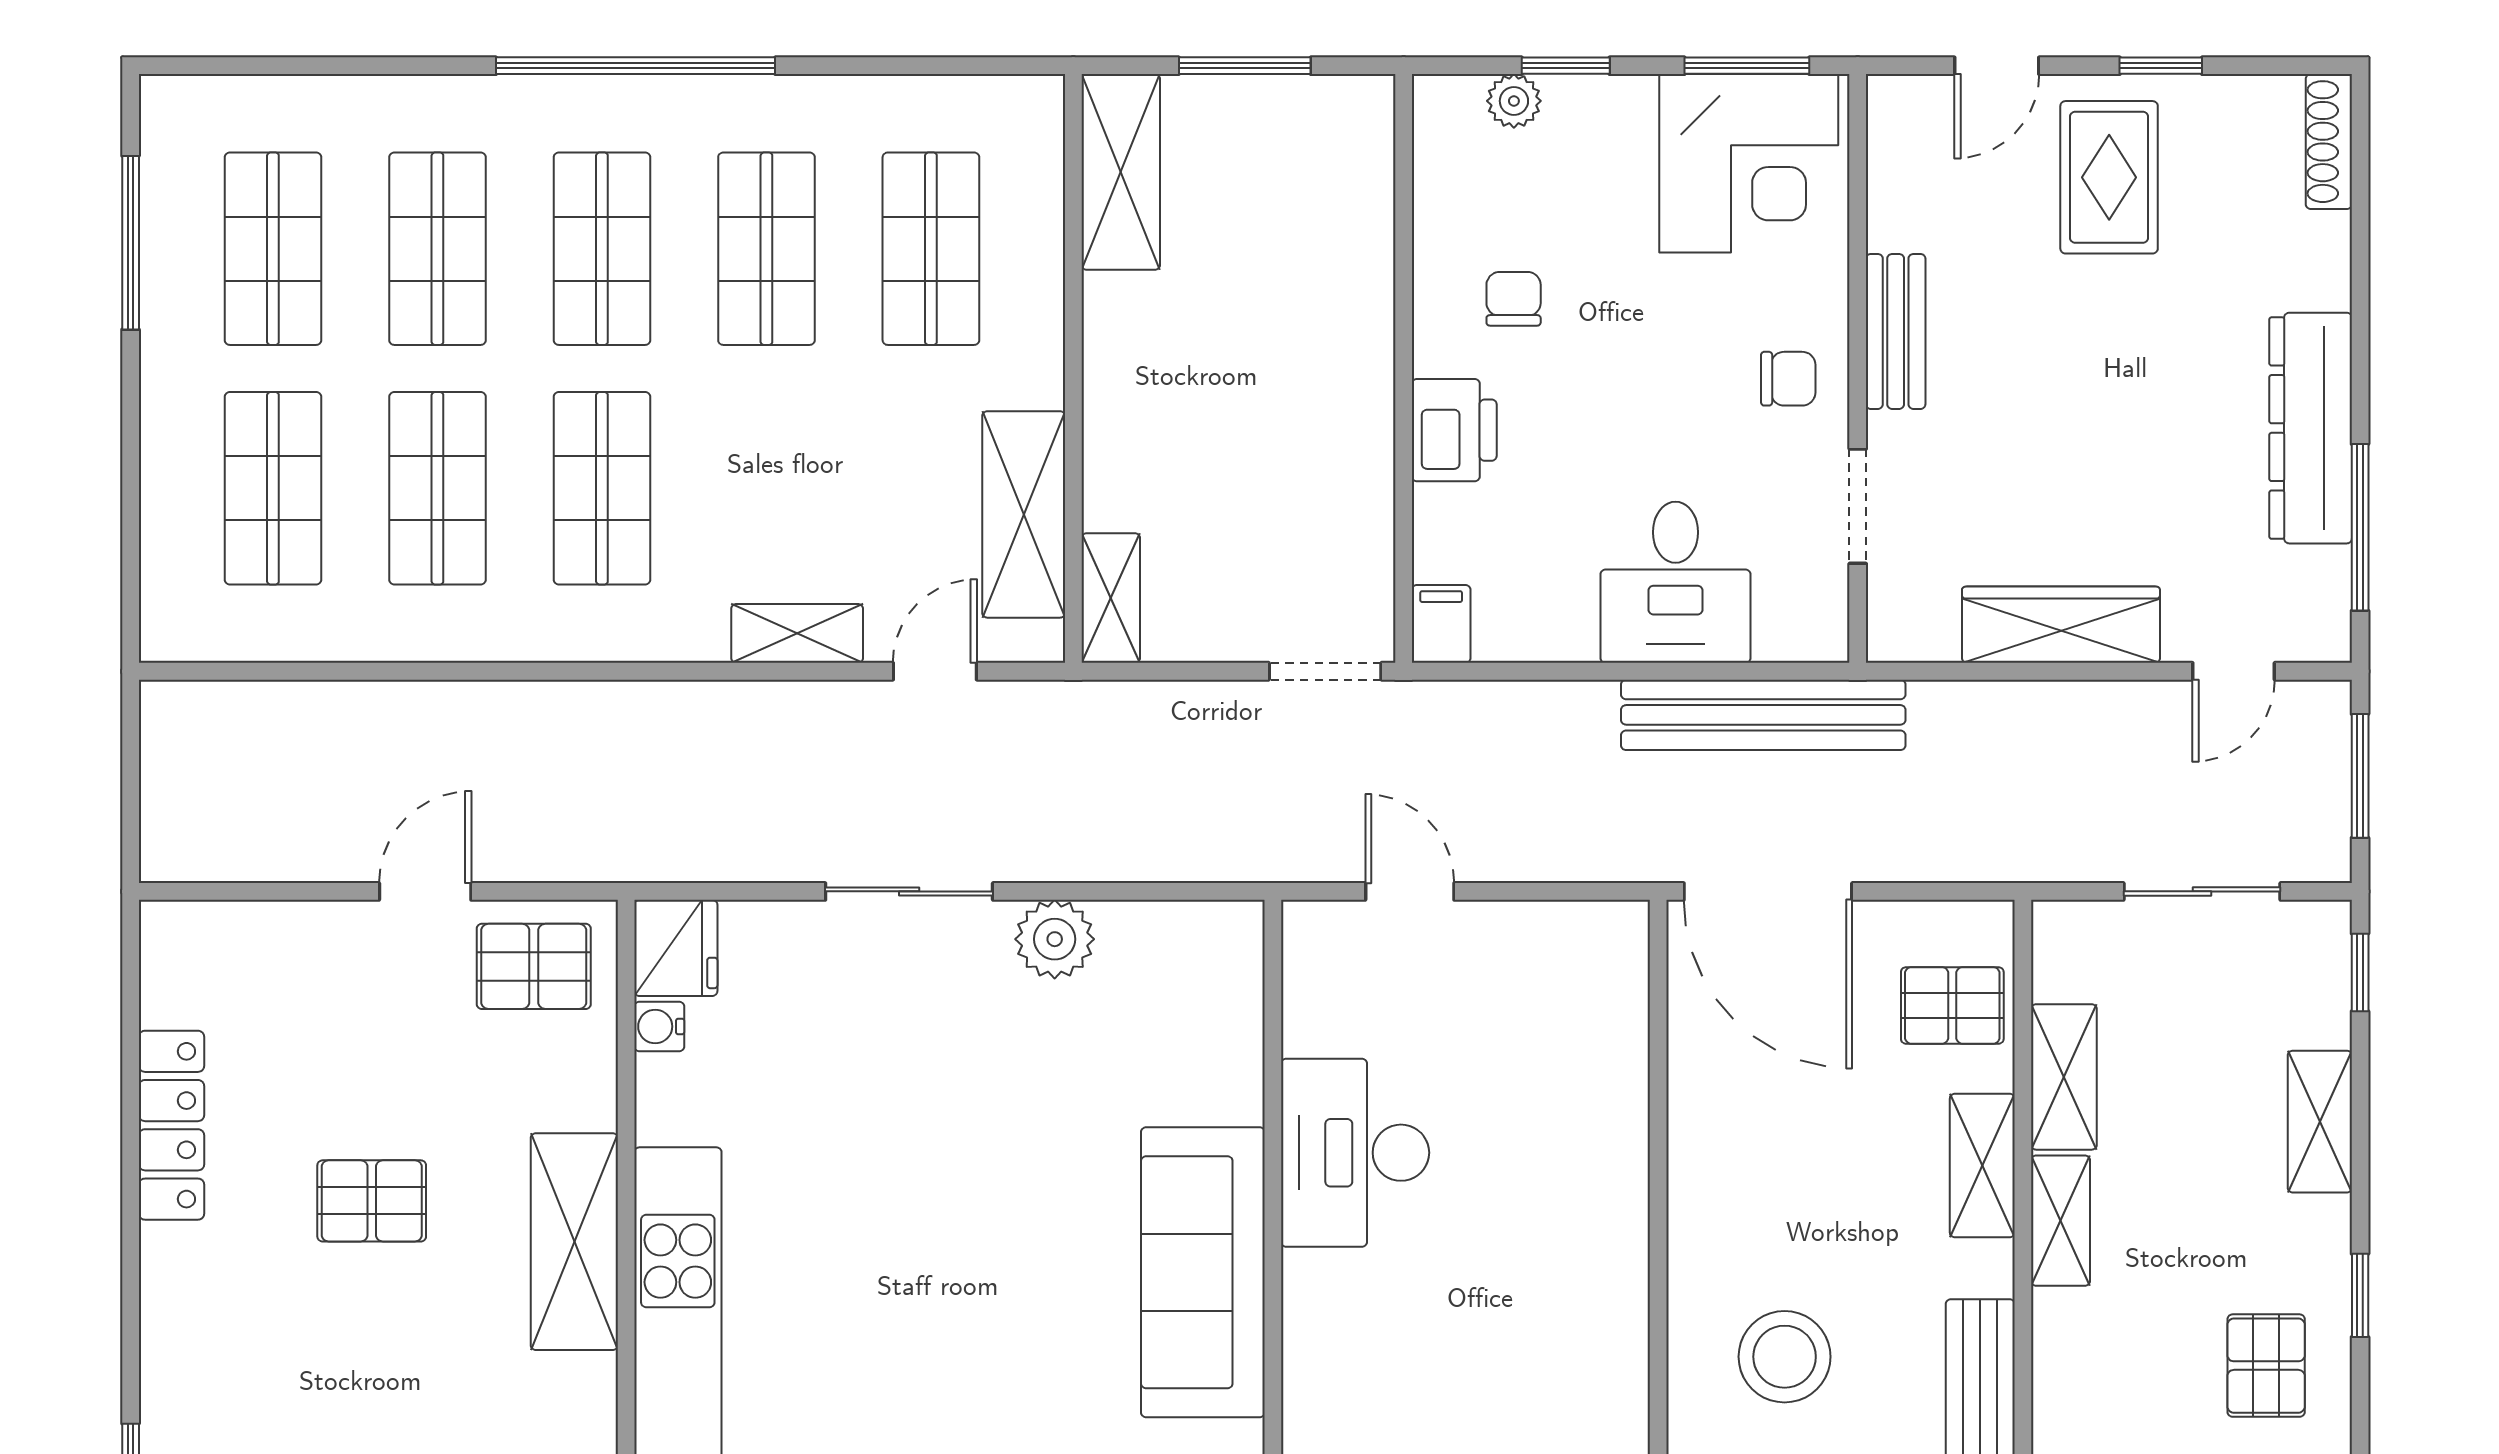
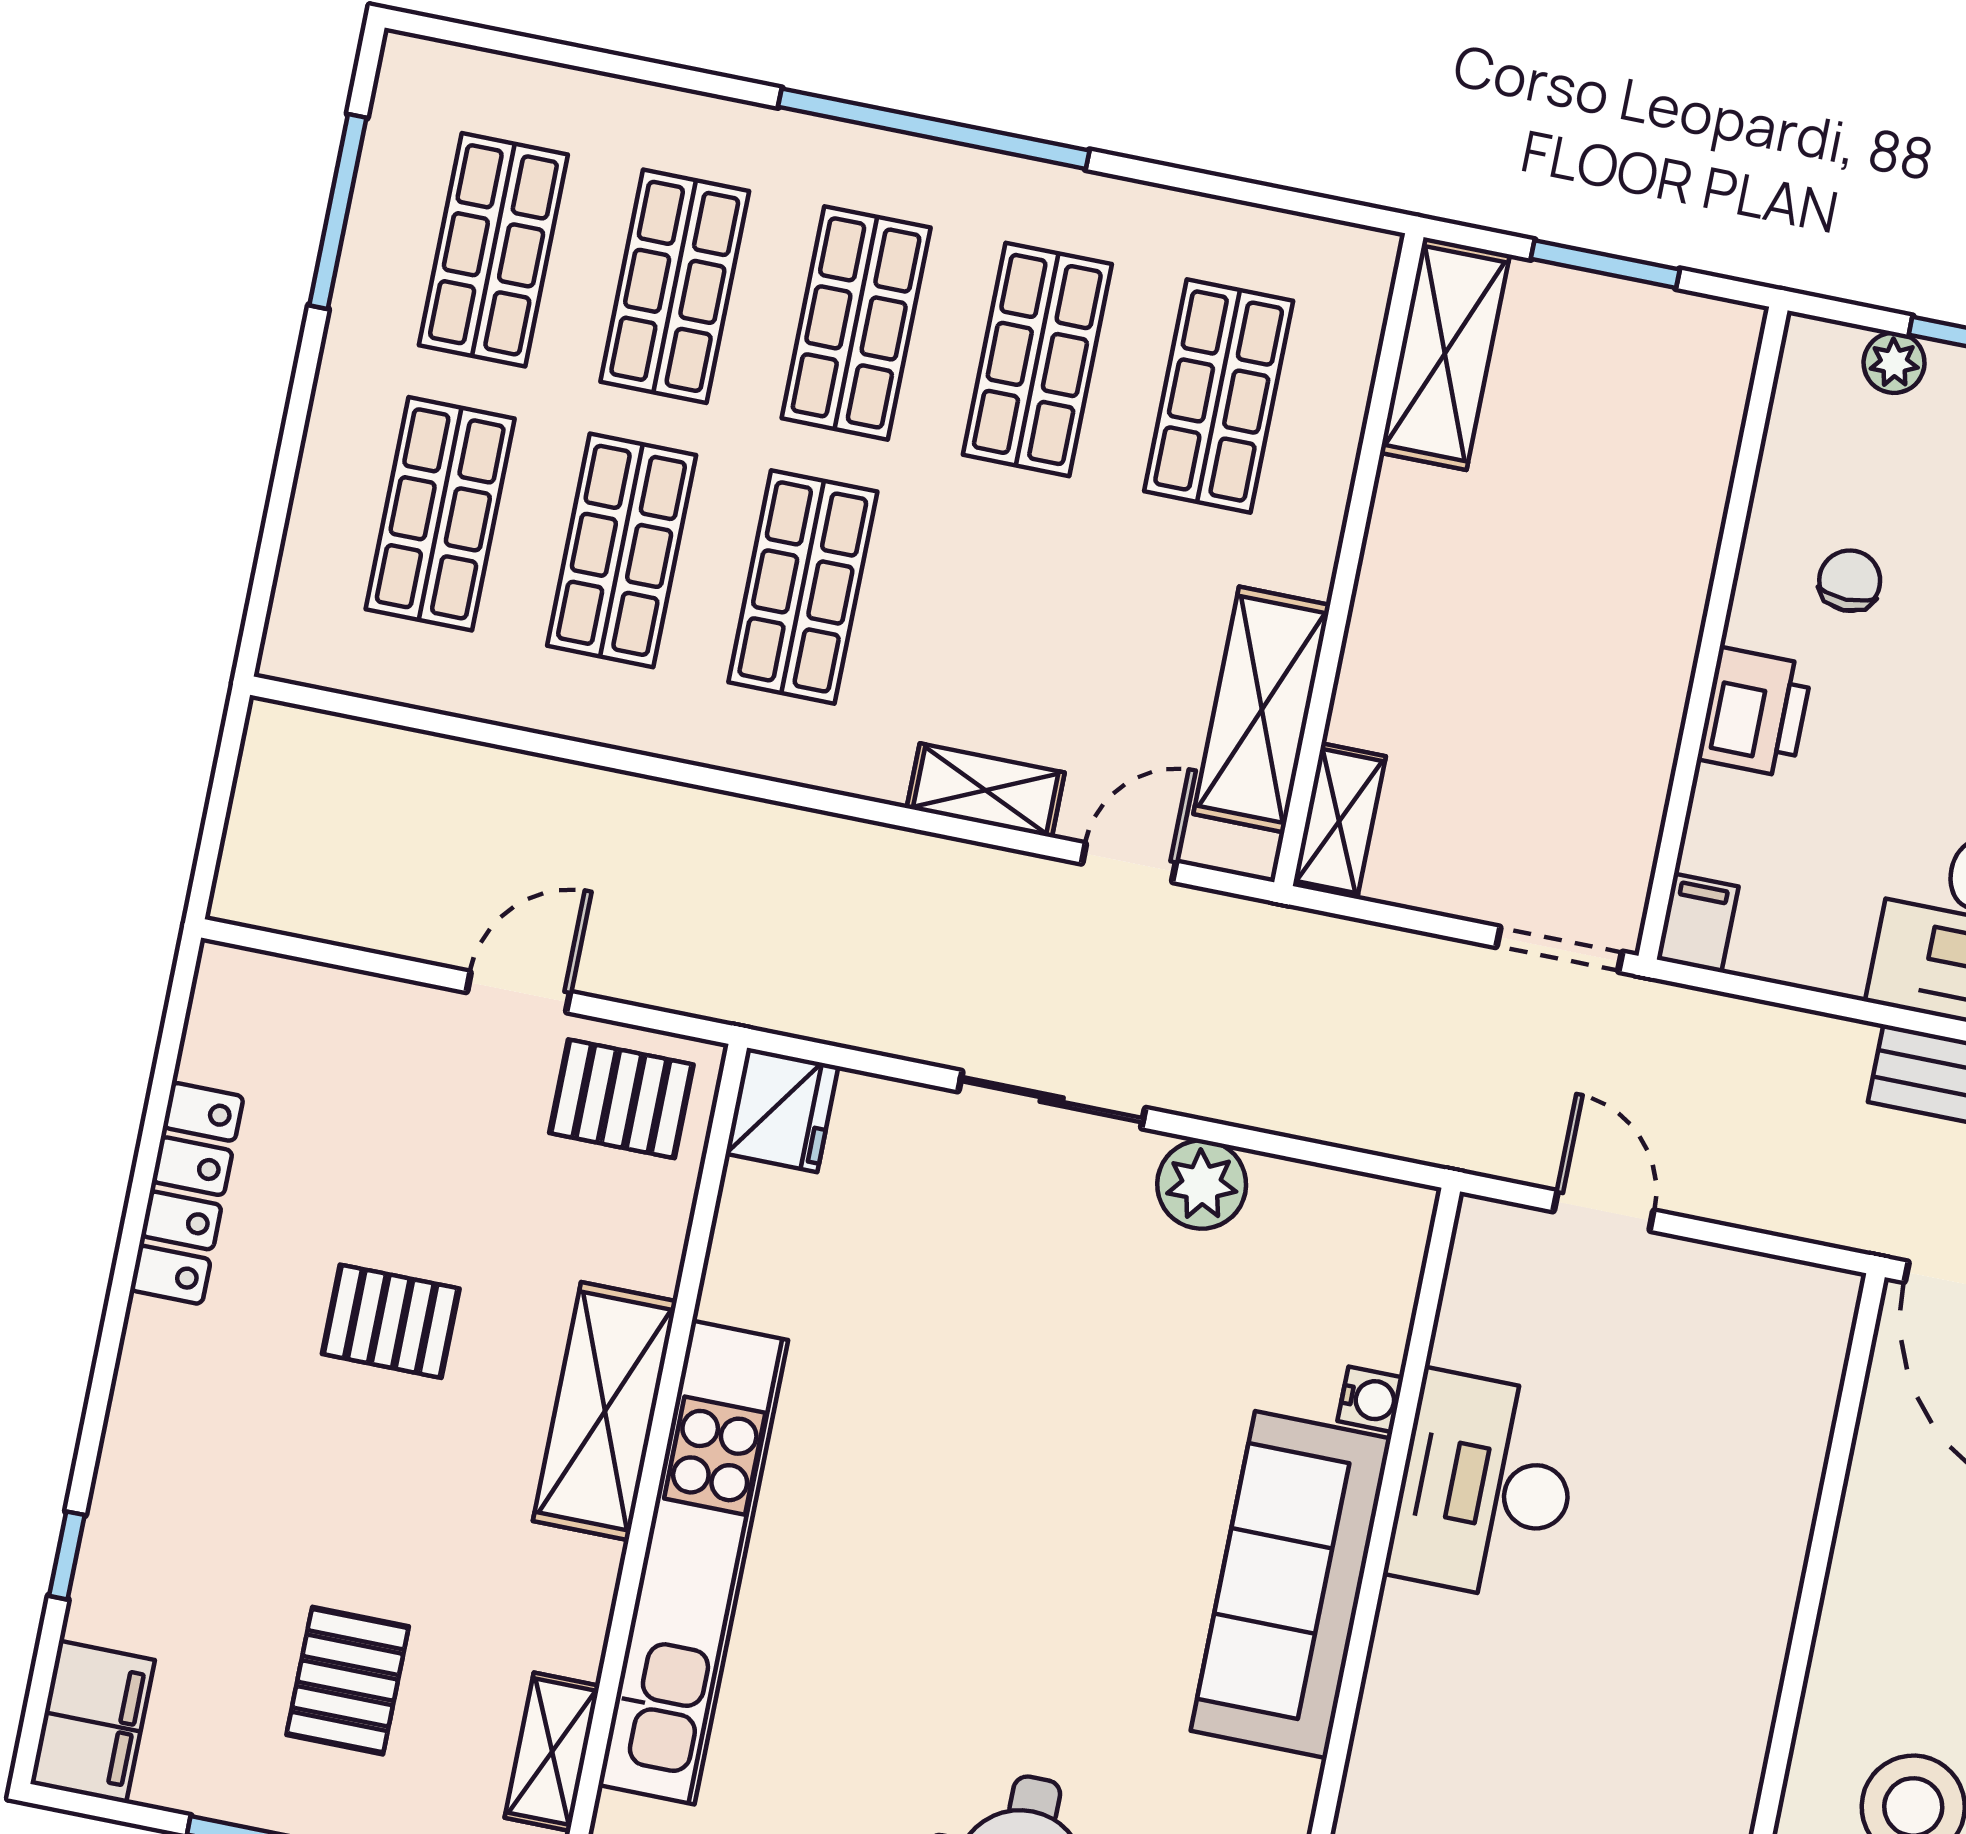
water cooler: (659, 1026) -> (1370, 1399), moved, turned 180

